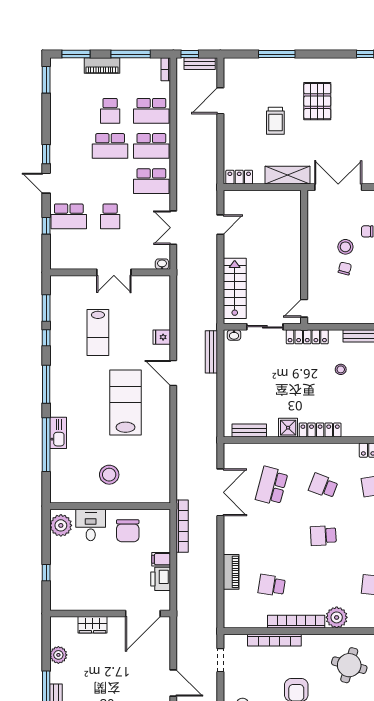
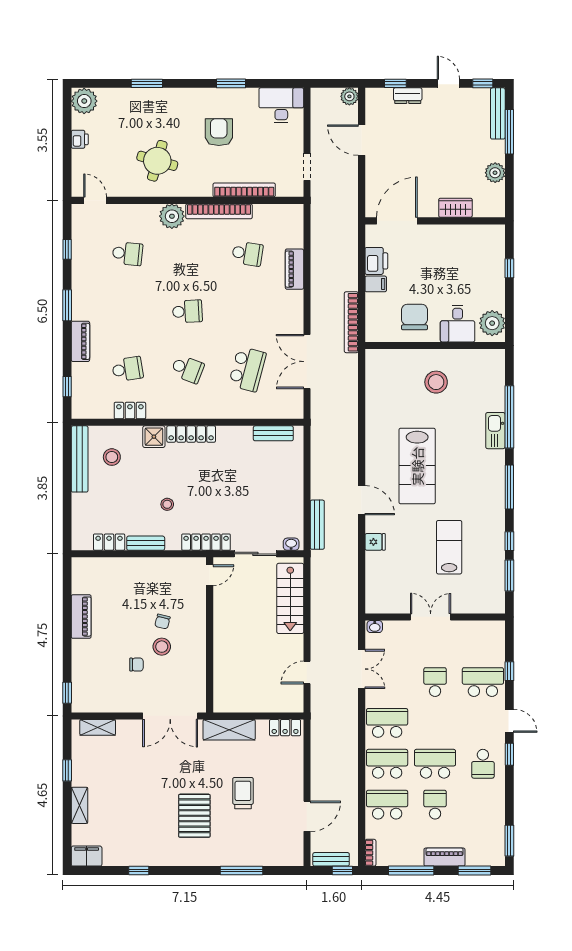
school desk: (69, 146) -> (483, 764), added
shower: (288, 428) -> (154, 437), moved

